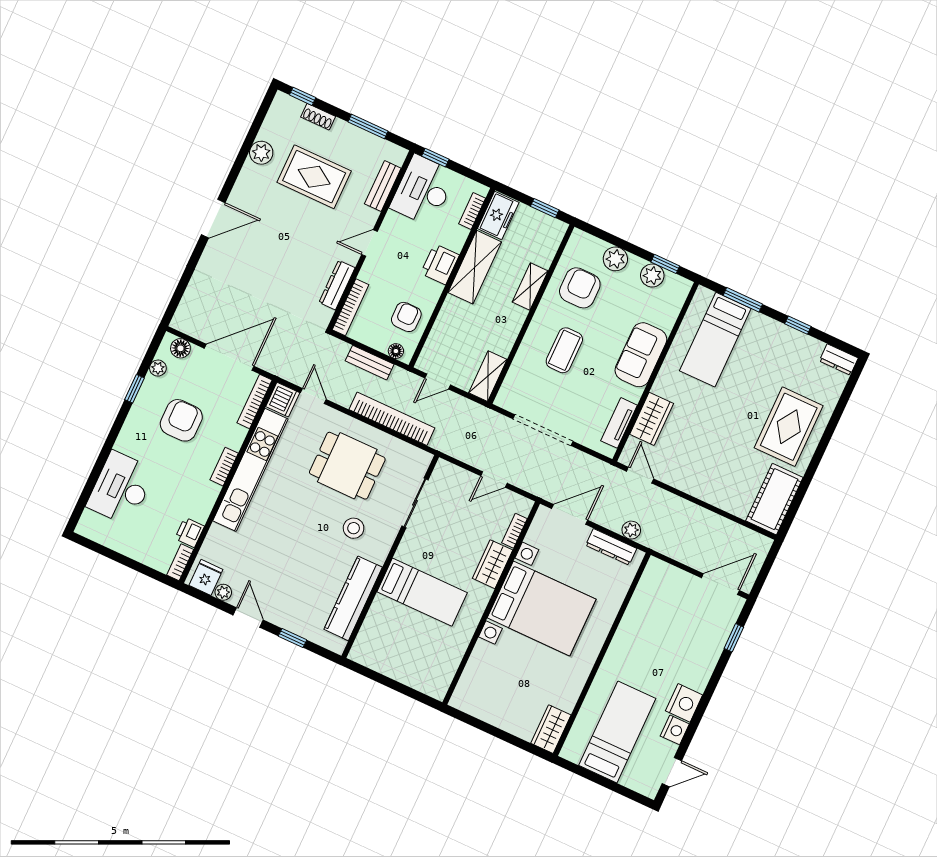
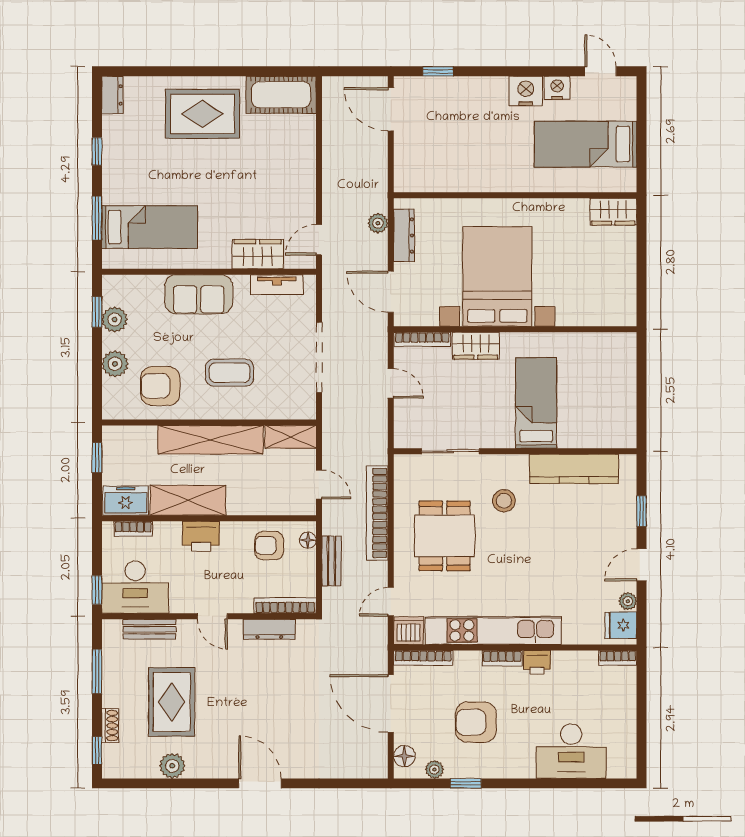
shelving: (530, 287) -> (210, 440), width x2.20, depth x1.33
bookcase: (514, 531) -> (422, 339), width x1.56
printer: (190, 532) -> (537, 662), moved

